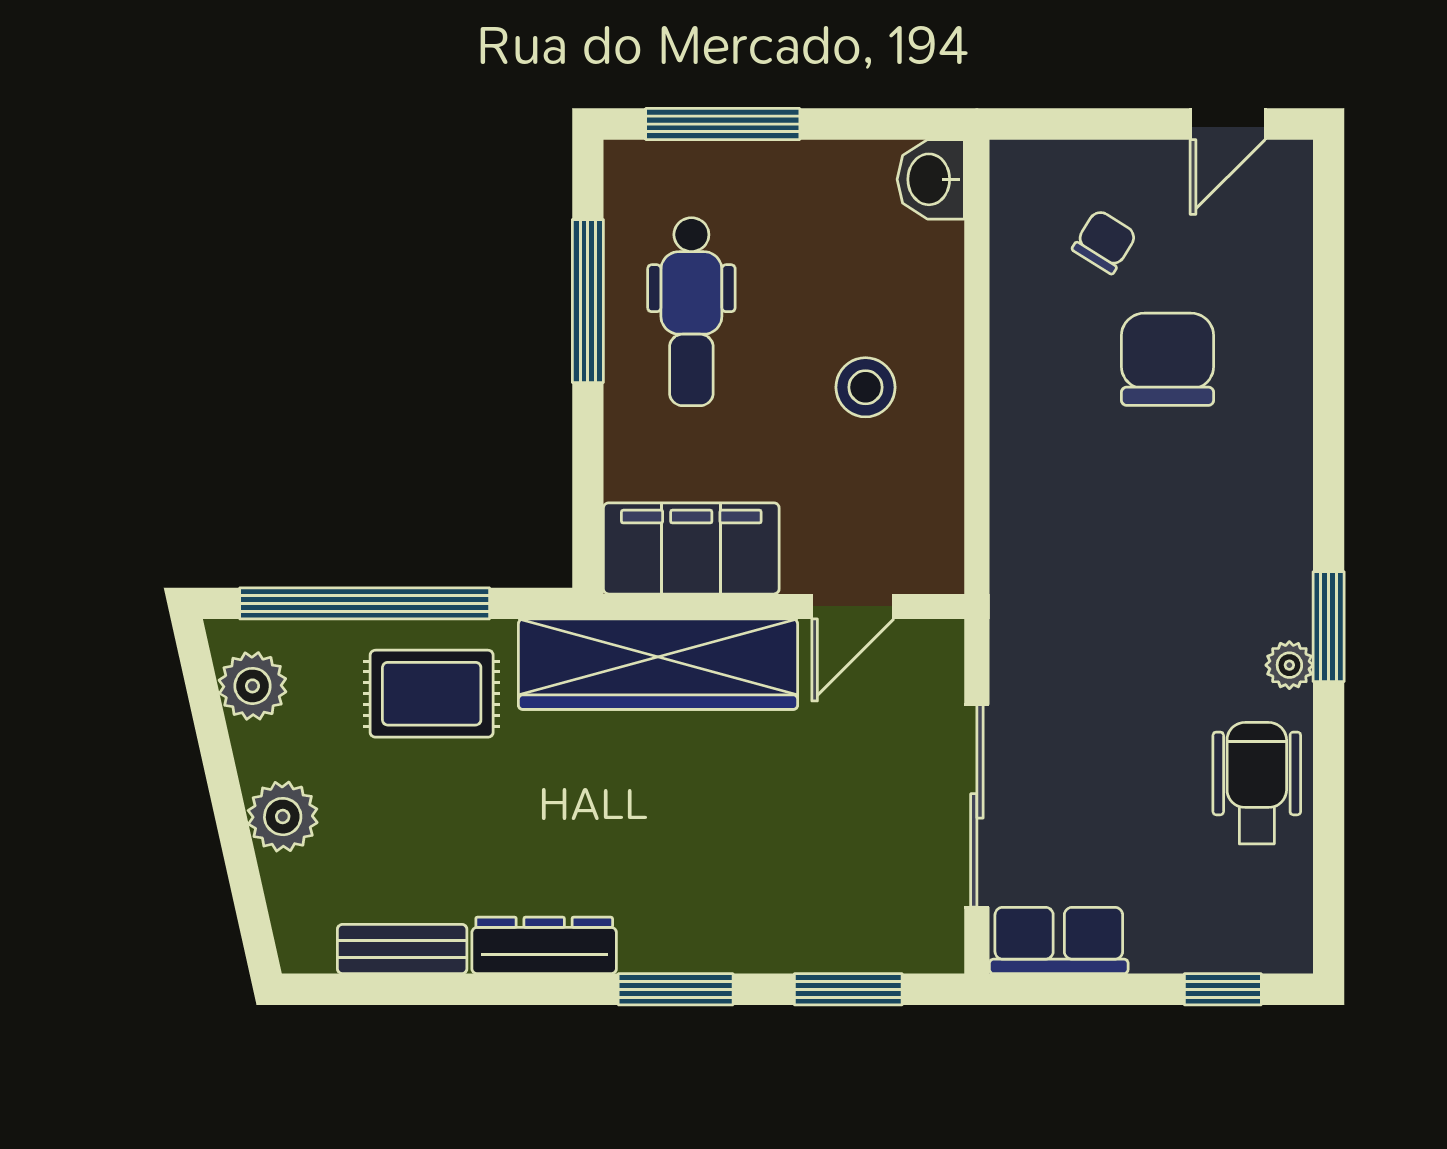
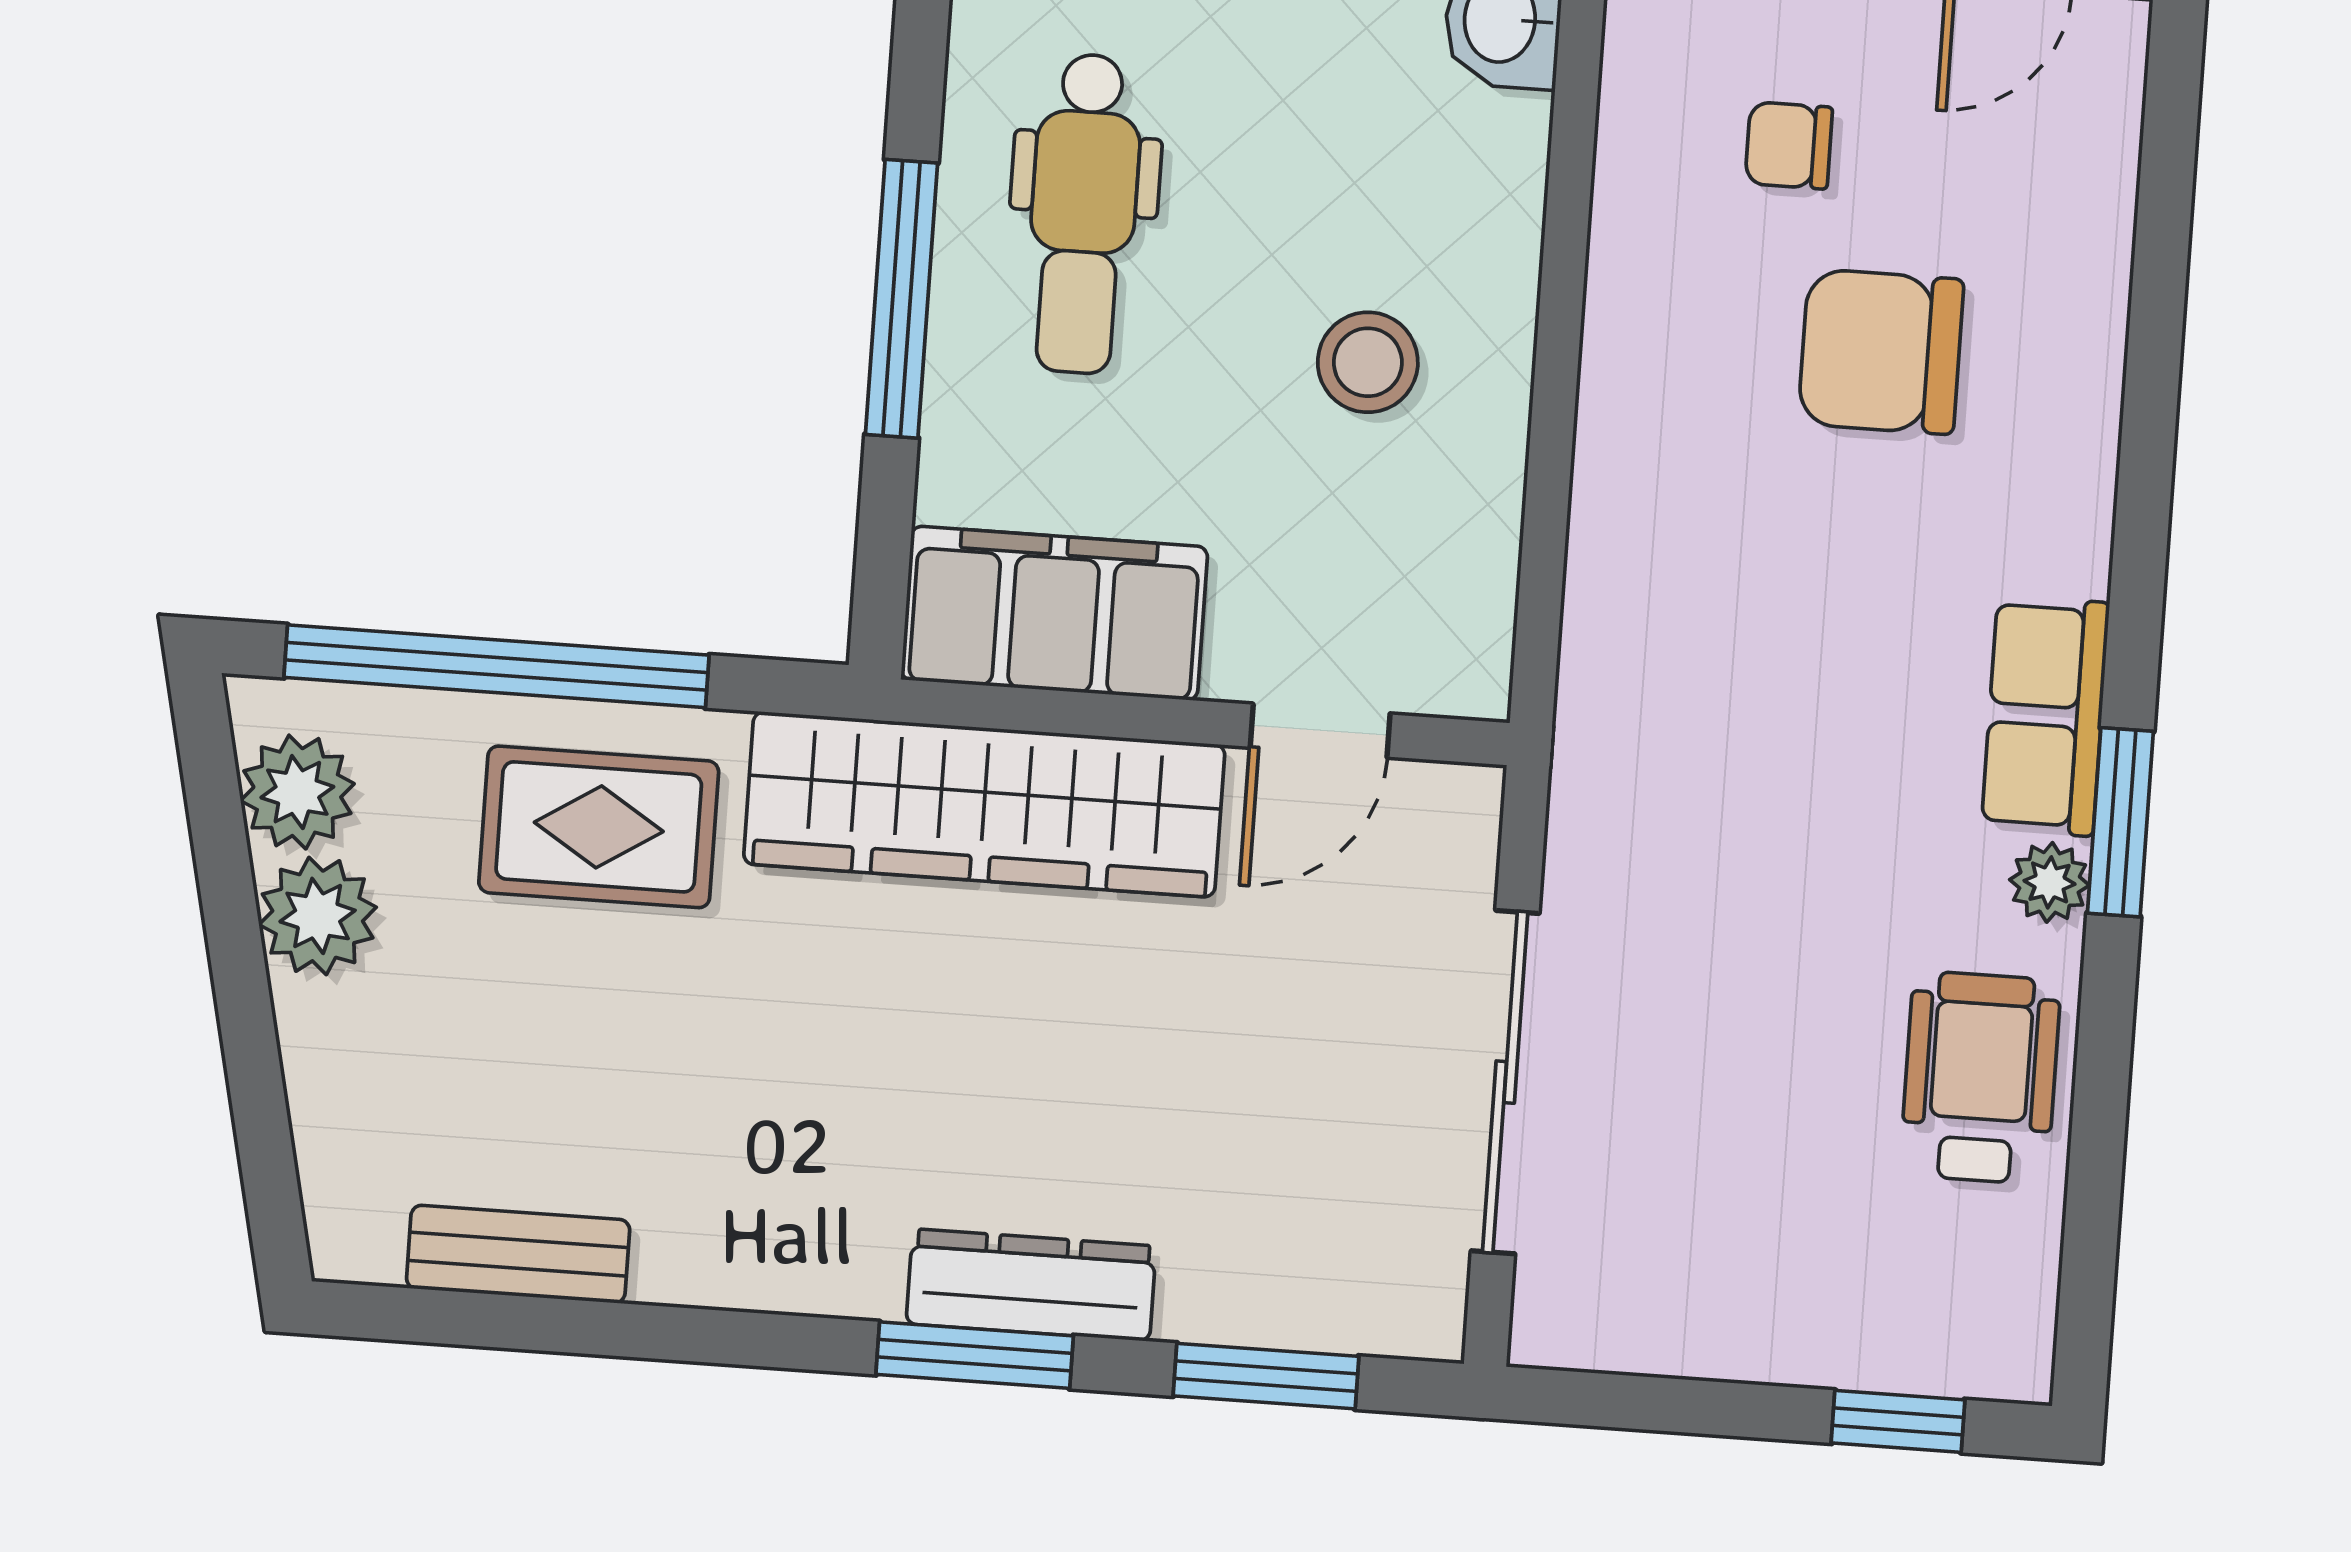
chair: (1105, 242) -> (1789, 145), turned -122
window: (588, 301) -> (901, 299), moved
chair: (1168, 359) -> (1881, 352), turned -90
plant: (283, 817) -> (318, 916), moved
row of seats: (1059, 941) -> (2045, 716), moved, turned -90
dresser: (544, 945) -> (1031, 1285), moved

